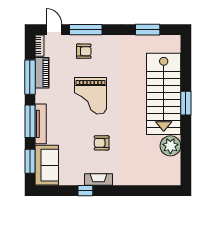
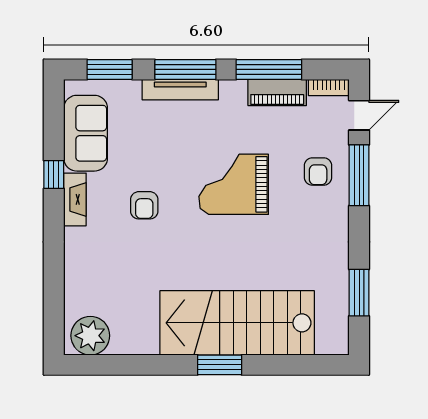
armchair: (102, 143) -> (144, 205), turned 180
plant: (170, 146) -> (90, 336), moved
sofa: (47, 165) -> (86, 133), moved, turned -90

